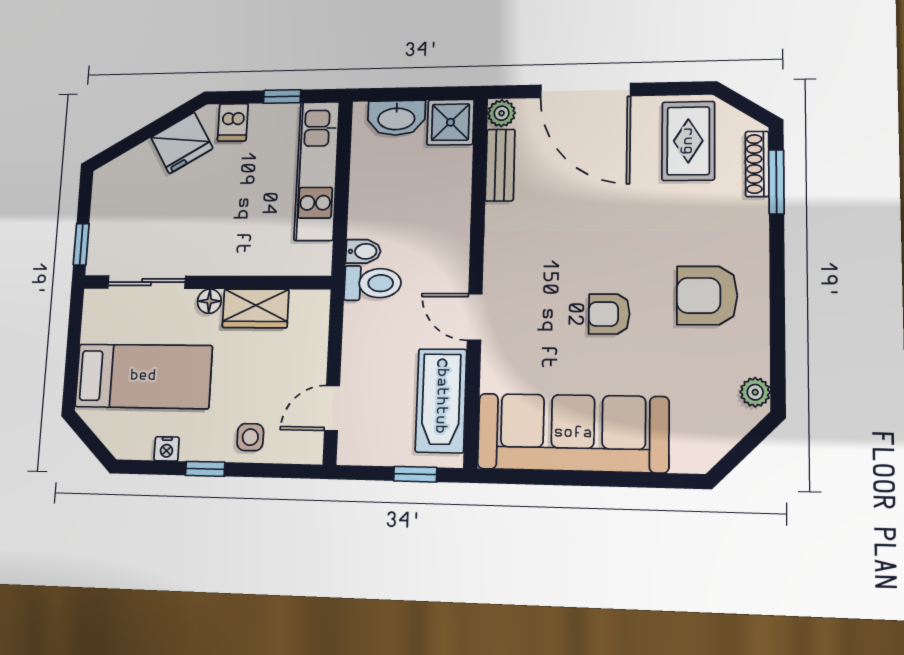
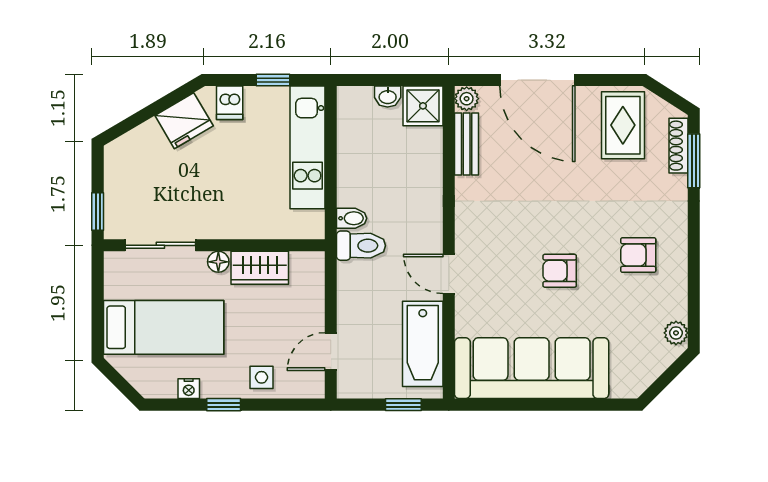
washbasin: (396, 118) -> (388, 97), width x0.52, depth x0.69
armchair: (707, 296) -> (638, 255), width x0.72, depth x0.72

